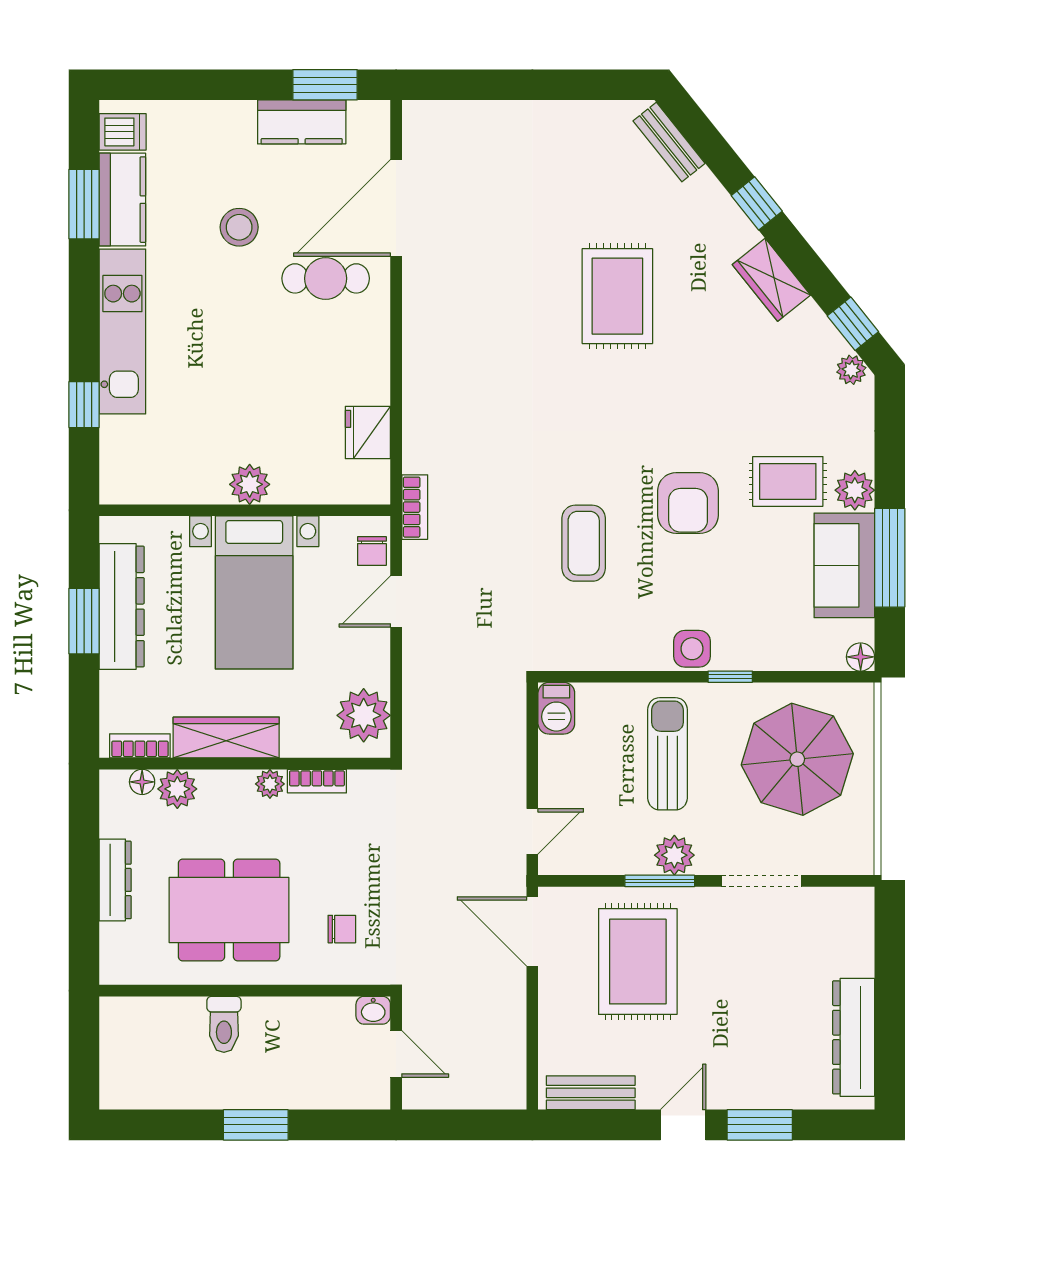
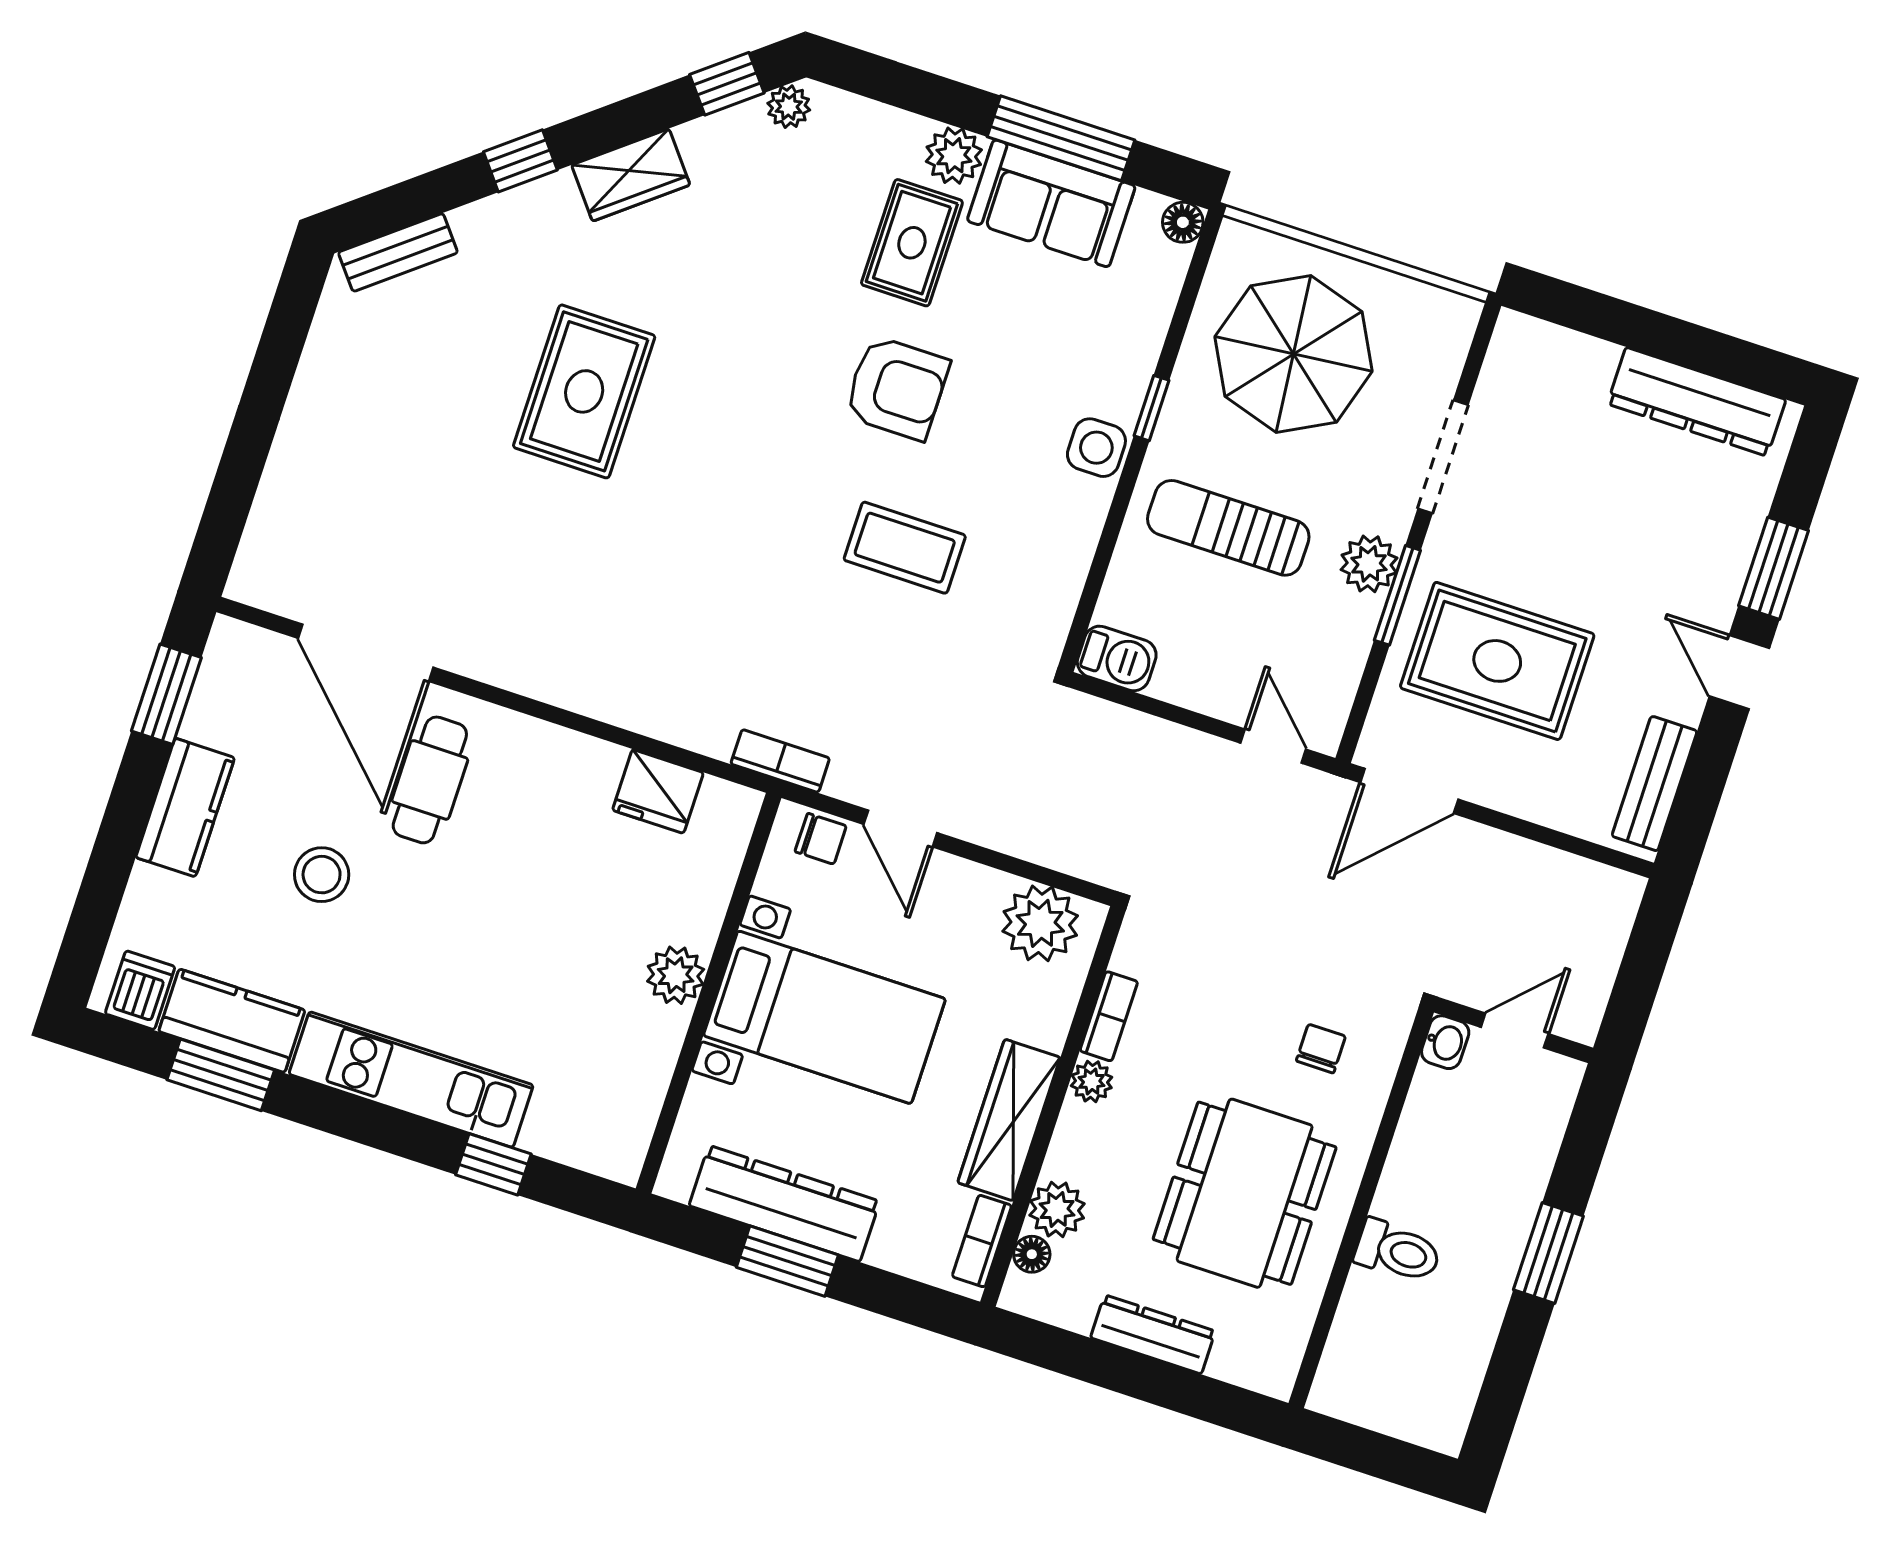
kitchen counter: (302, 122) -> (185, 807), moved
rug: (617, 296) -> (584, 391), turned 90

